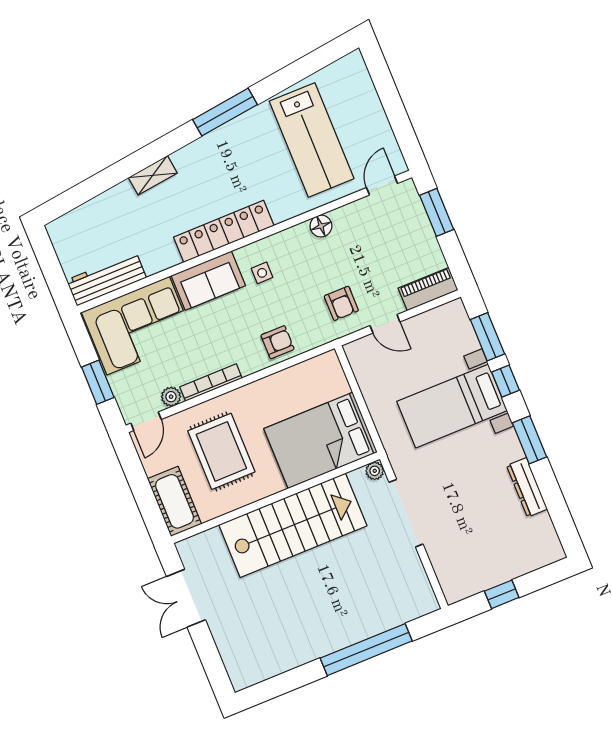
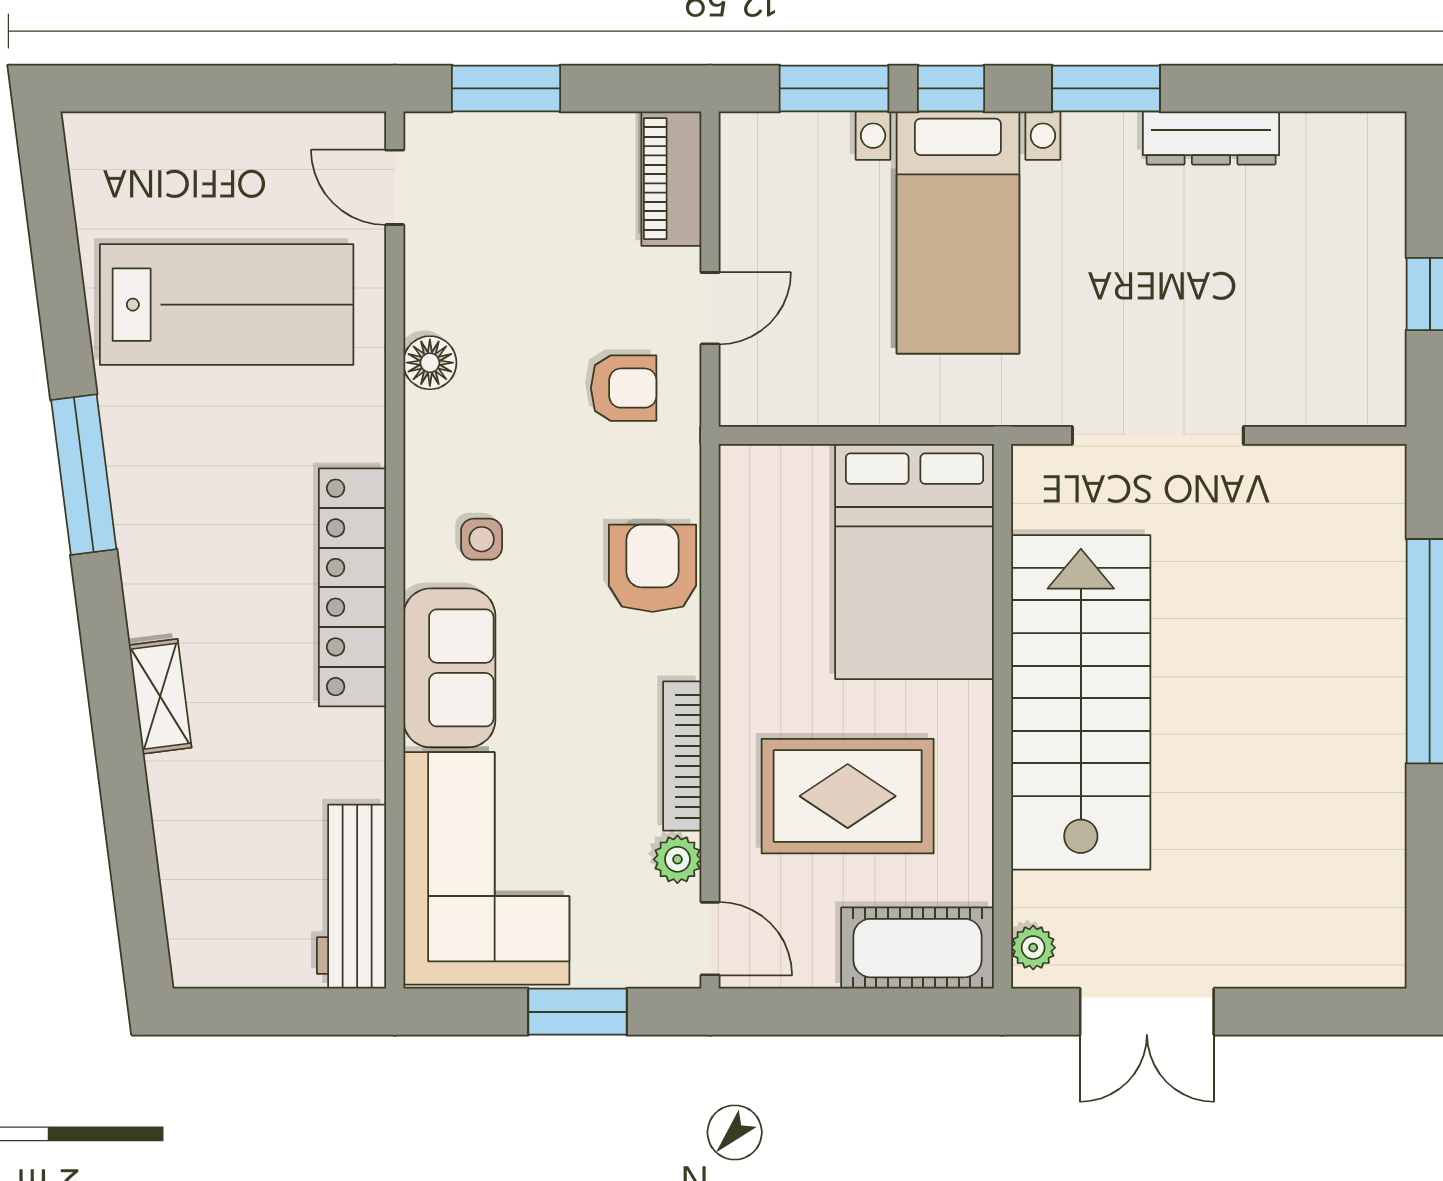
armchair: (278, 342) -> (652, 568), width x1.38, depth x1.38
plant: (375, 471) -> (1033, 948), moved

